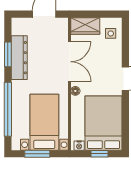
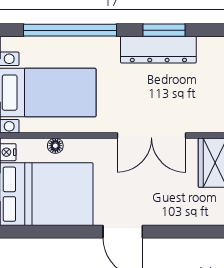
side table: (111, 33) -> (200, 206), removed
floor lamp: (75, 91) -> (55, 146), moved

